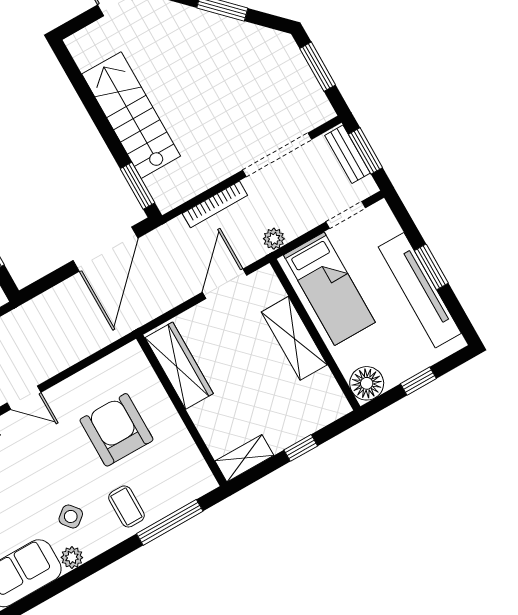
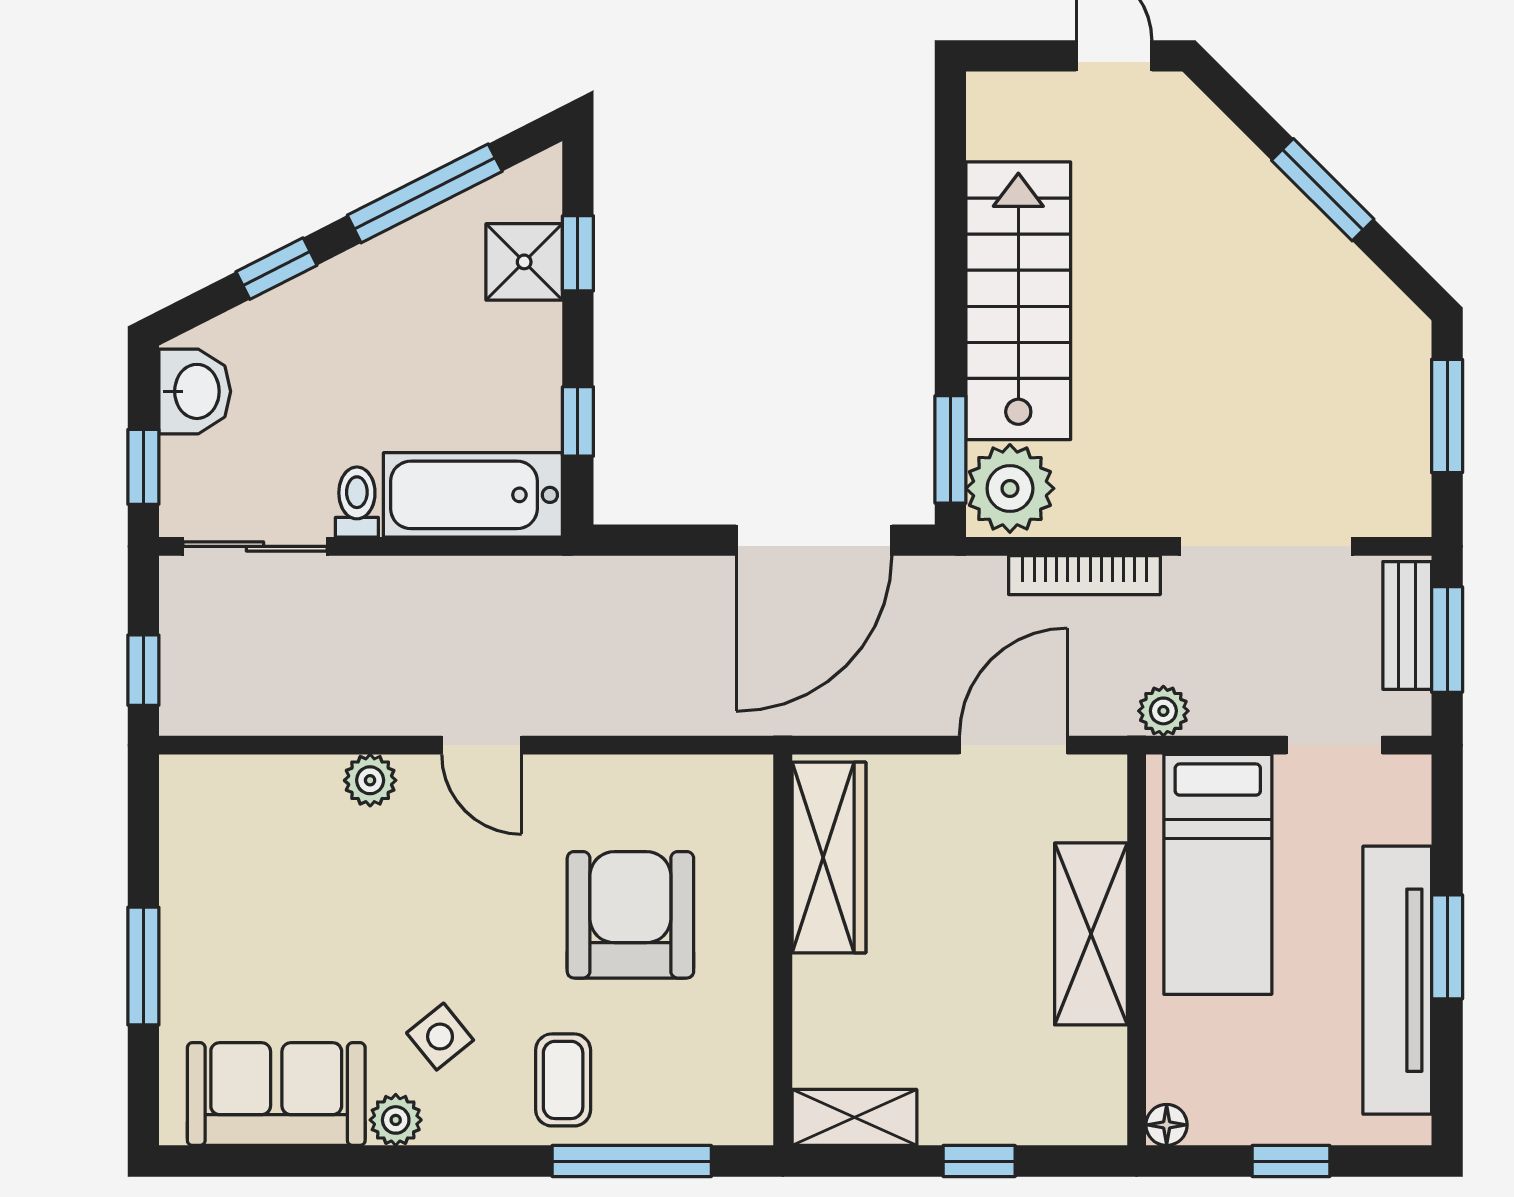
plant: (168, 188) -> (1010, 488), added
floor lamp: (367, 383) -> (1167, 1125), width x0.53, depth x0.53

